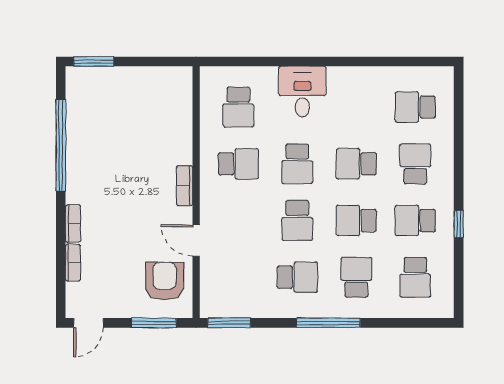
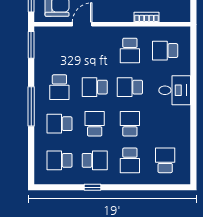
school desk: (415, 164) -> (130, 160), turned 90
bookcase: (185, 186) -> (147, 17), moved
school desk: (415, 221) -> (95, 160), turned 90
school desk: (356, 277) -> (59, 124), turned 180

